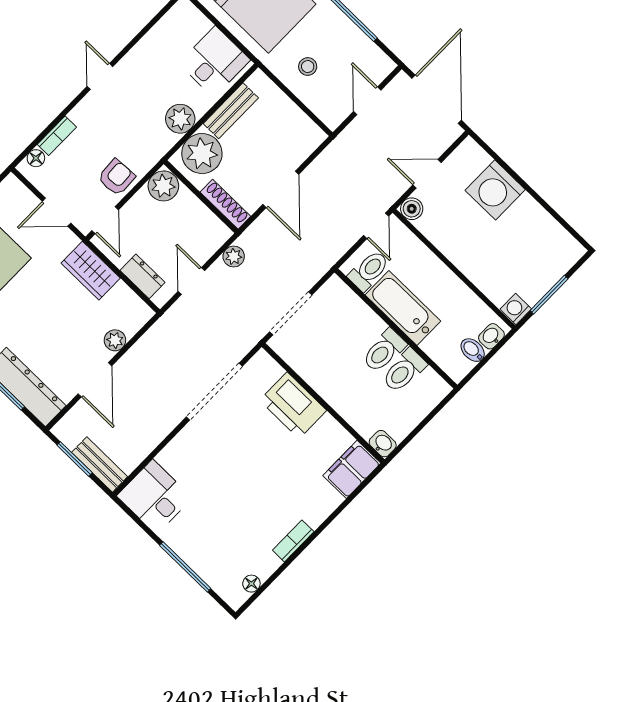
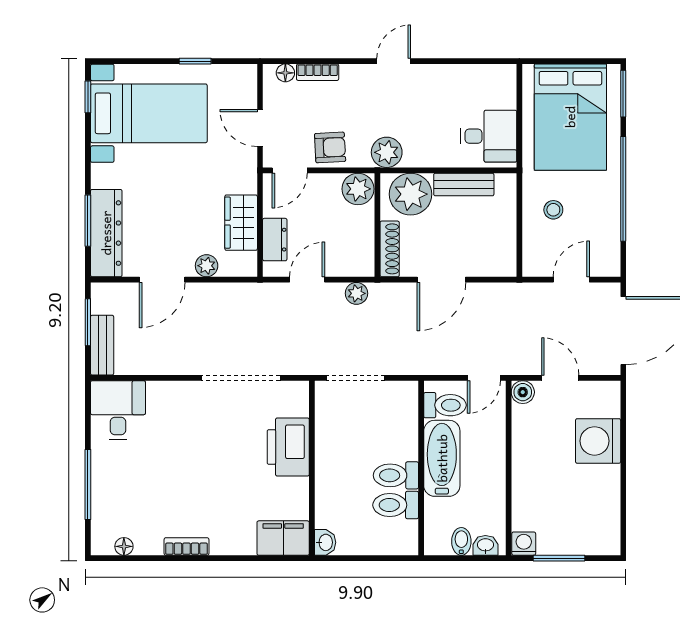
plant: (180, 119) -> (387, 152), moved
wardrobe: (91, 271) -> (241, 223), moved

